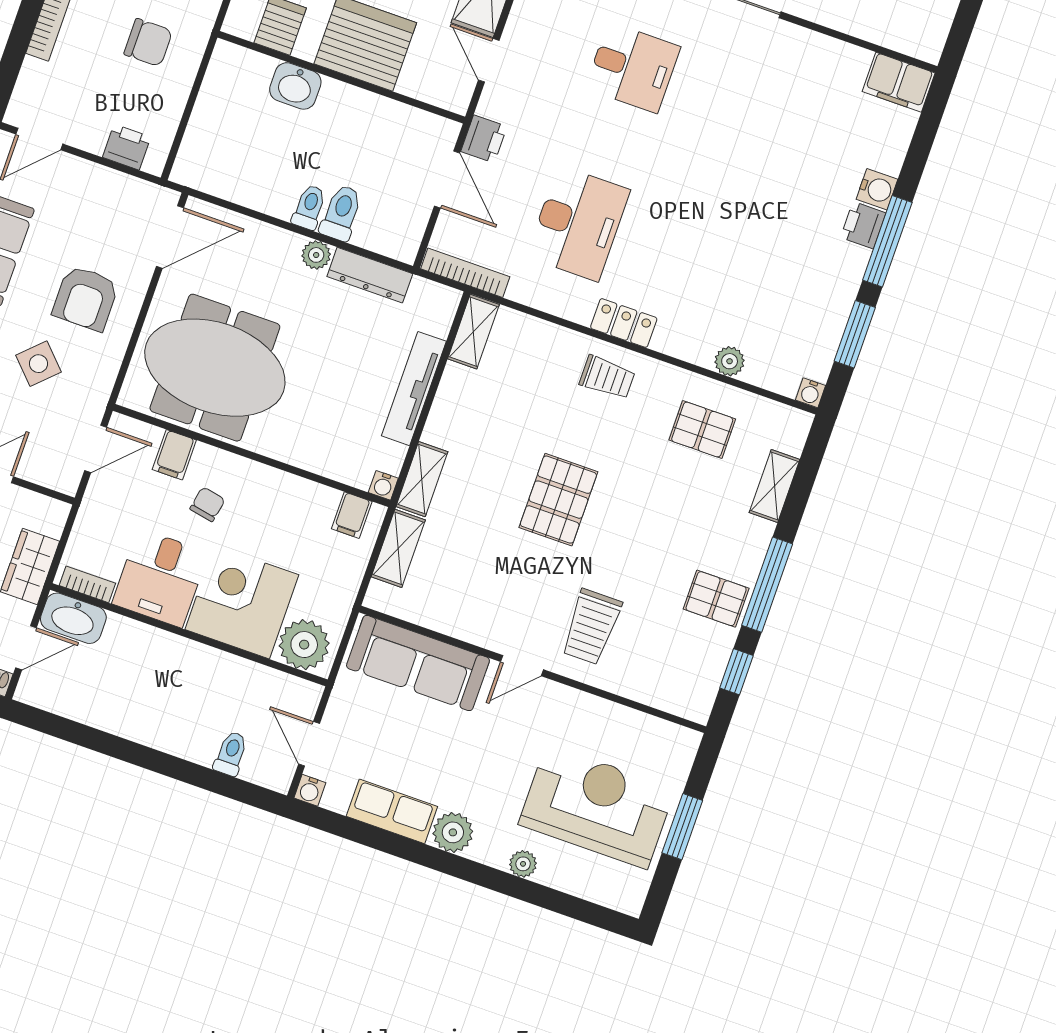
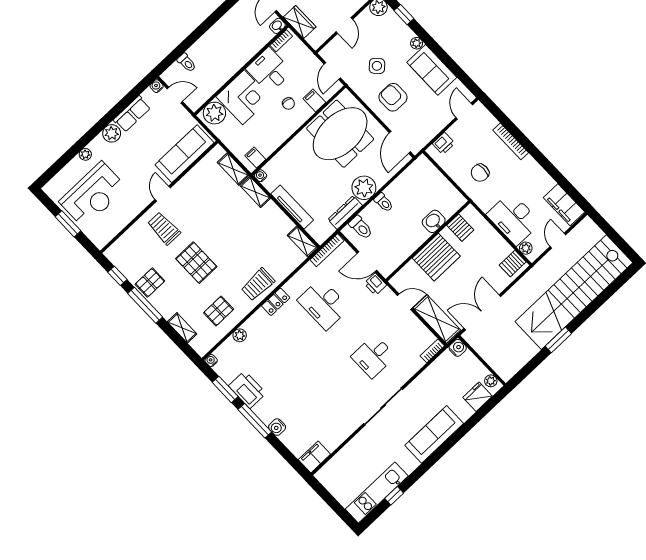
toilet: (341, 213) -> (361, 227), moved
printer: (863, 225) -> (247, 390), moved, width x1.87, depth x1.48
plant: (316, 255) -> (364, 188), width x1.87, depth x1.87
trolley: (607, 377) -> (258, 284), width x1.36, depth x1.39
pallet: (558, 500) -> (196, 263), moved
washbasin: (73, 618) -> (277, 26), width x0.52, depth x0.69

